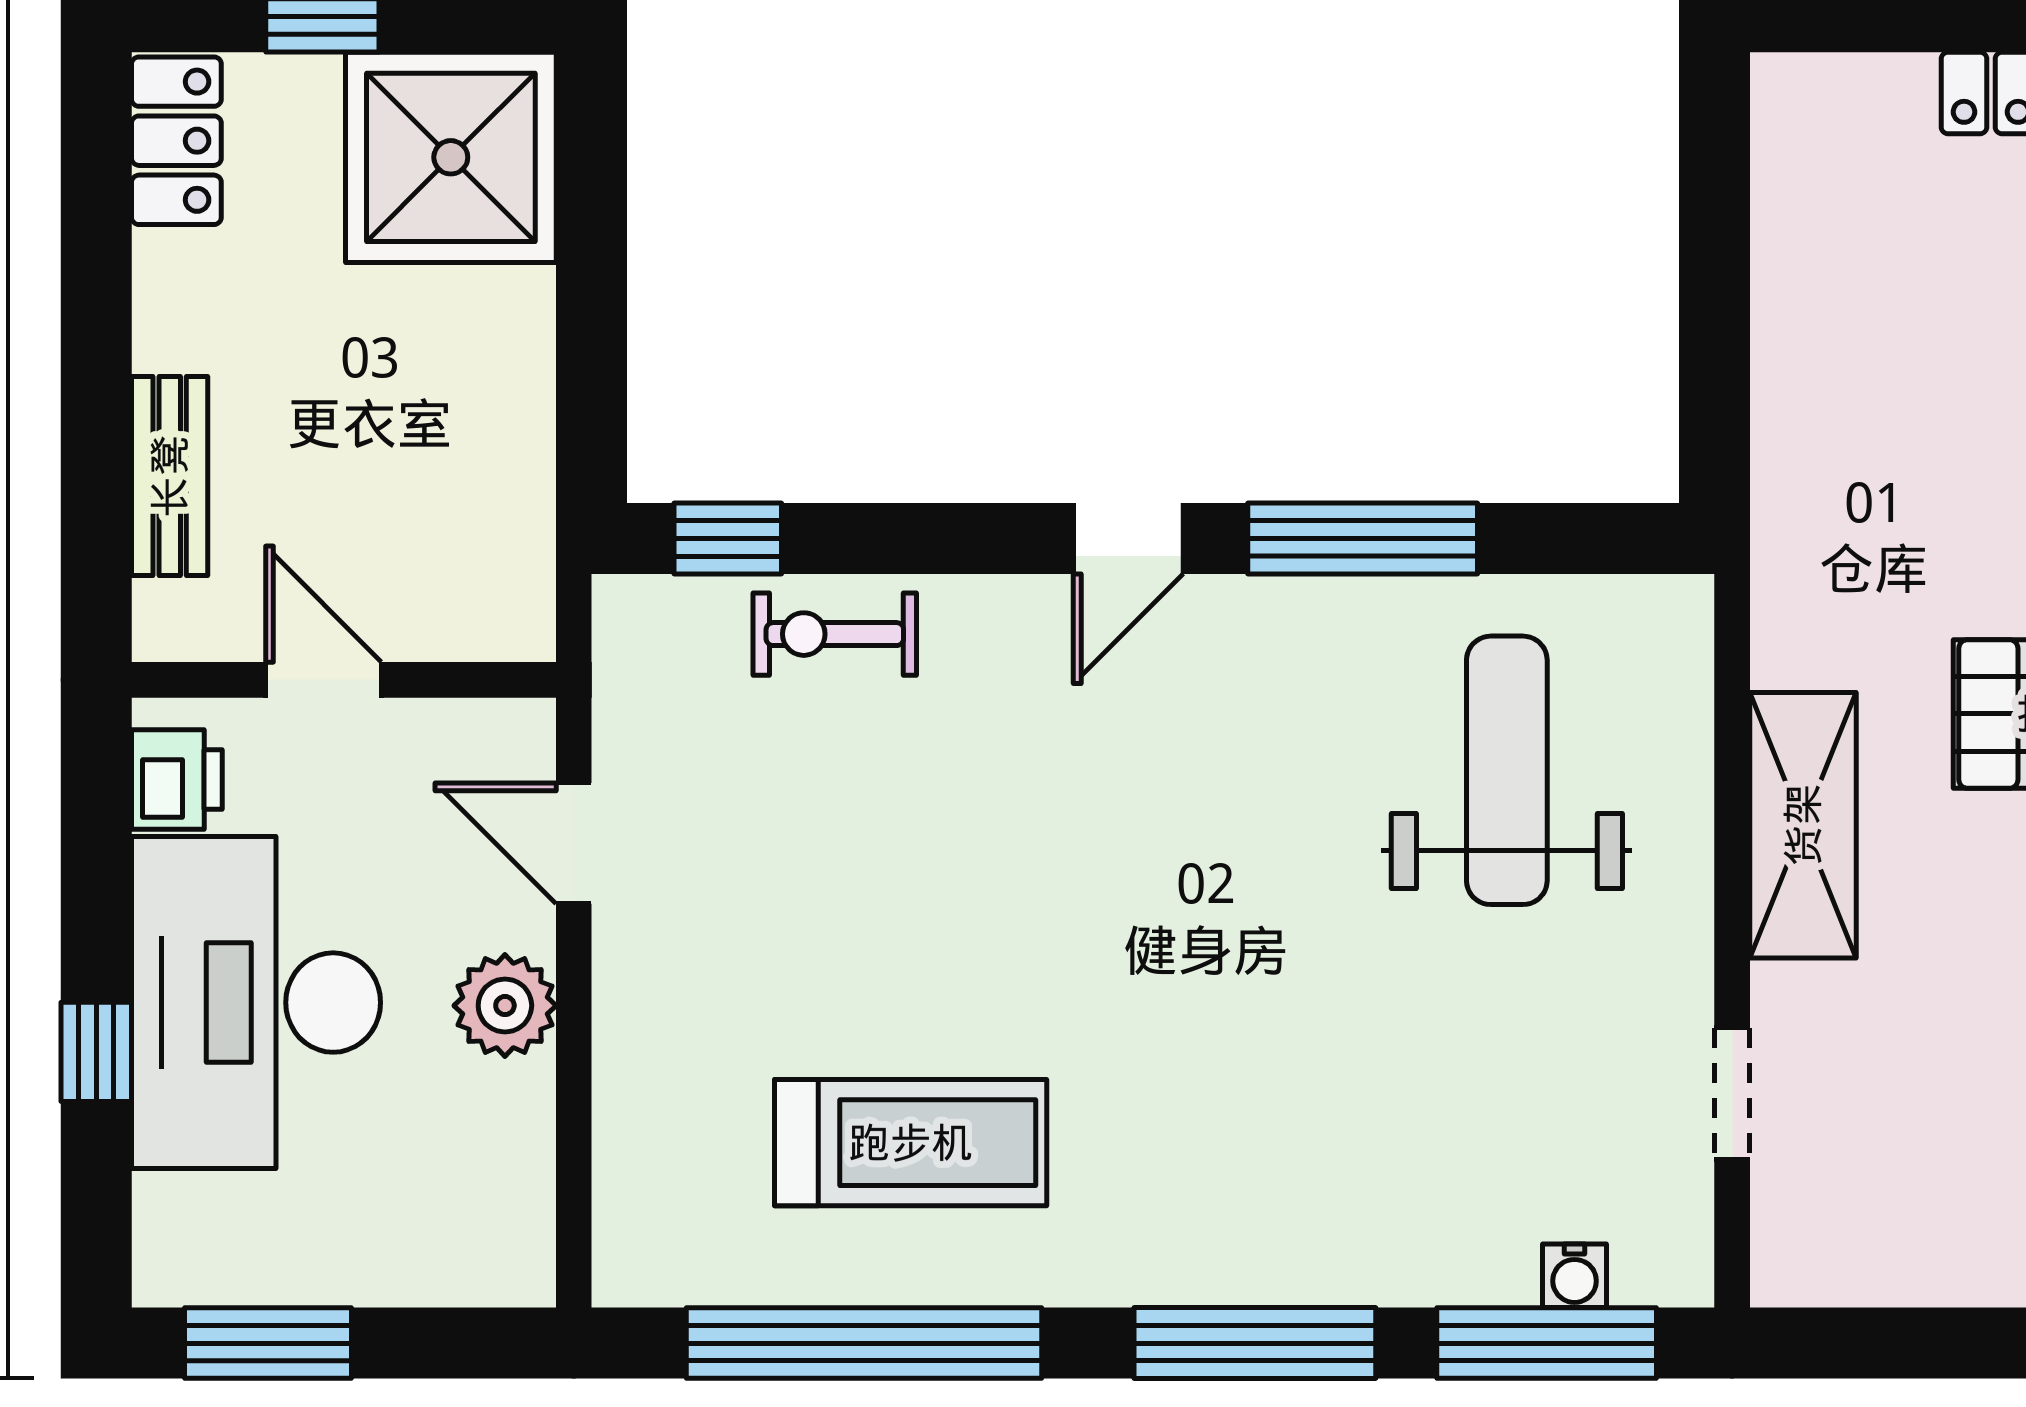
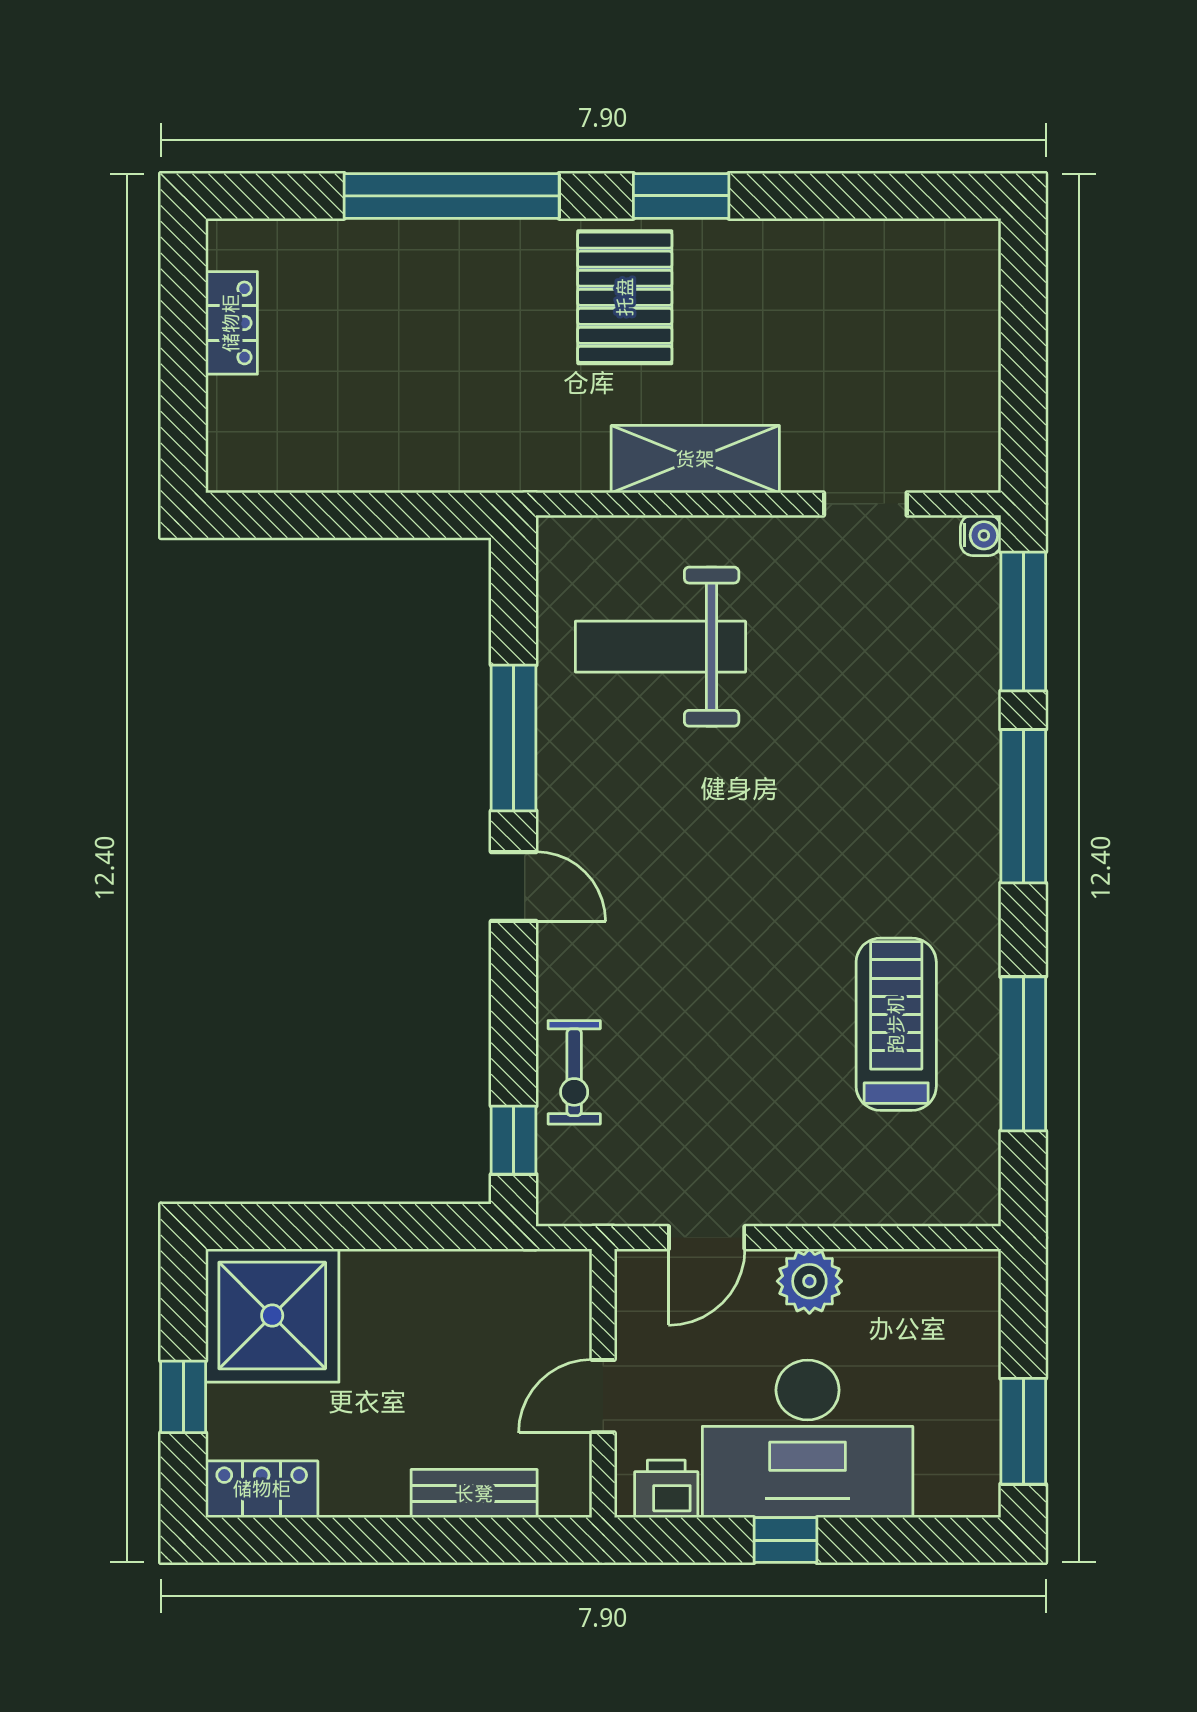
window: (96, 1052) -> (785, 1540), moved
water cooler: (1575, 1276) -> (981, 535), moved
window: (864, 1343) -> (1023, 1054), width x0.68

